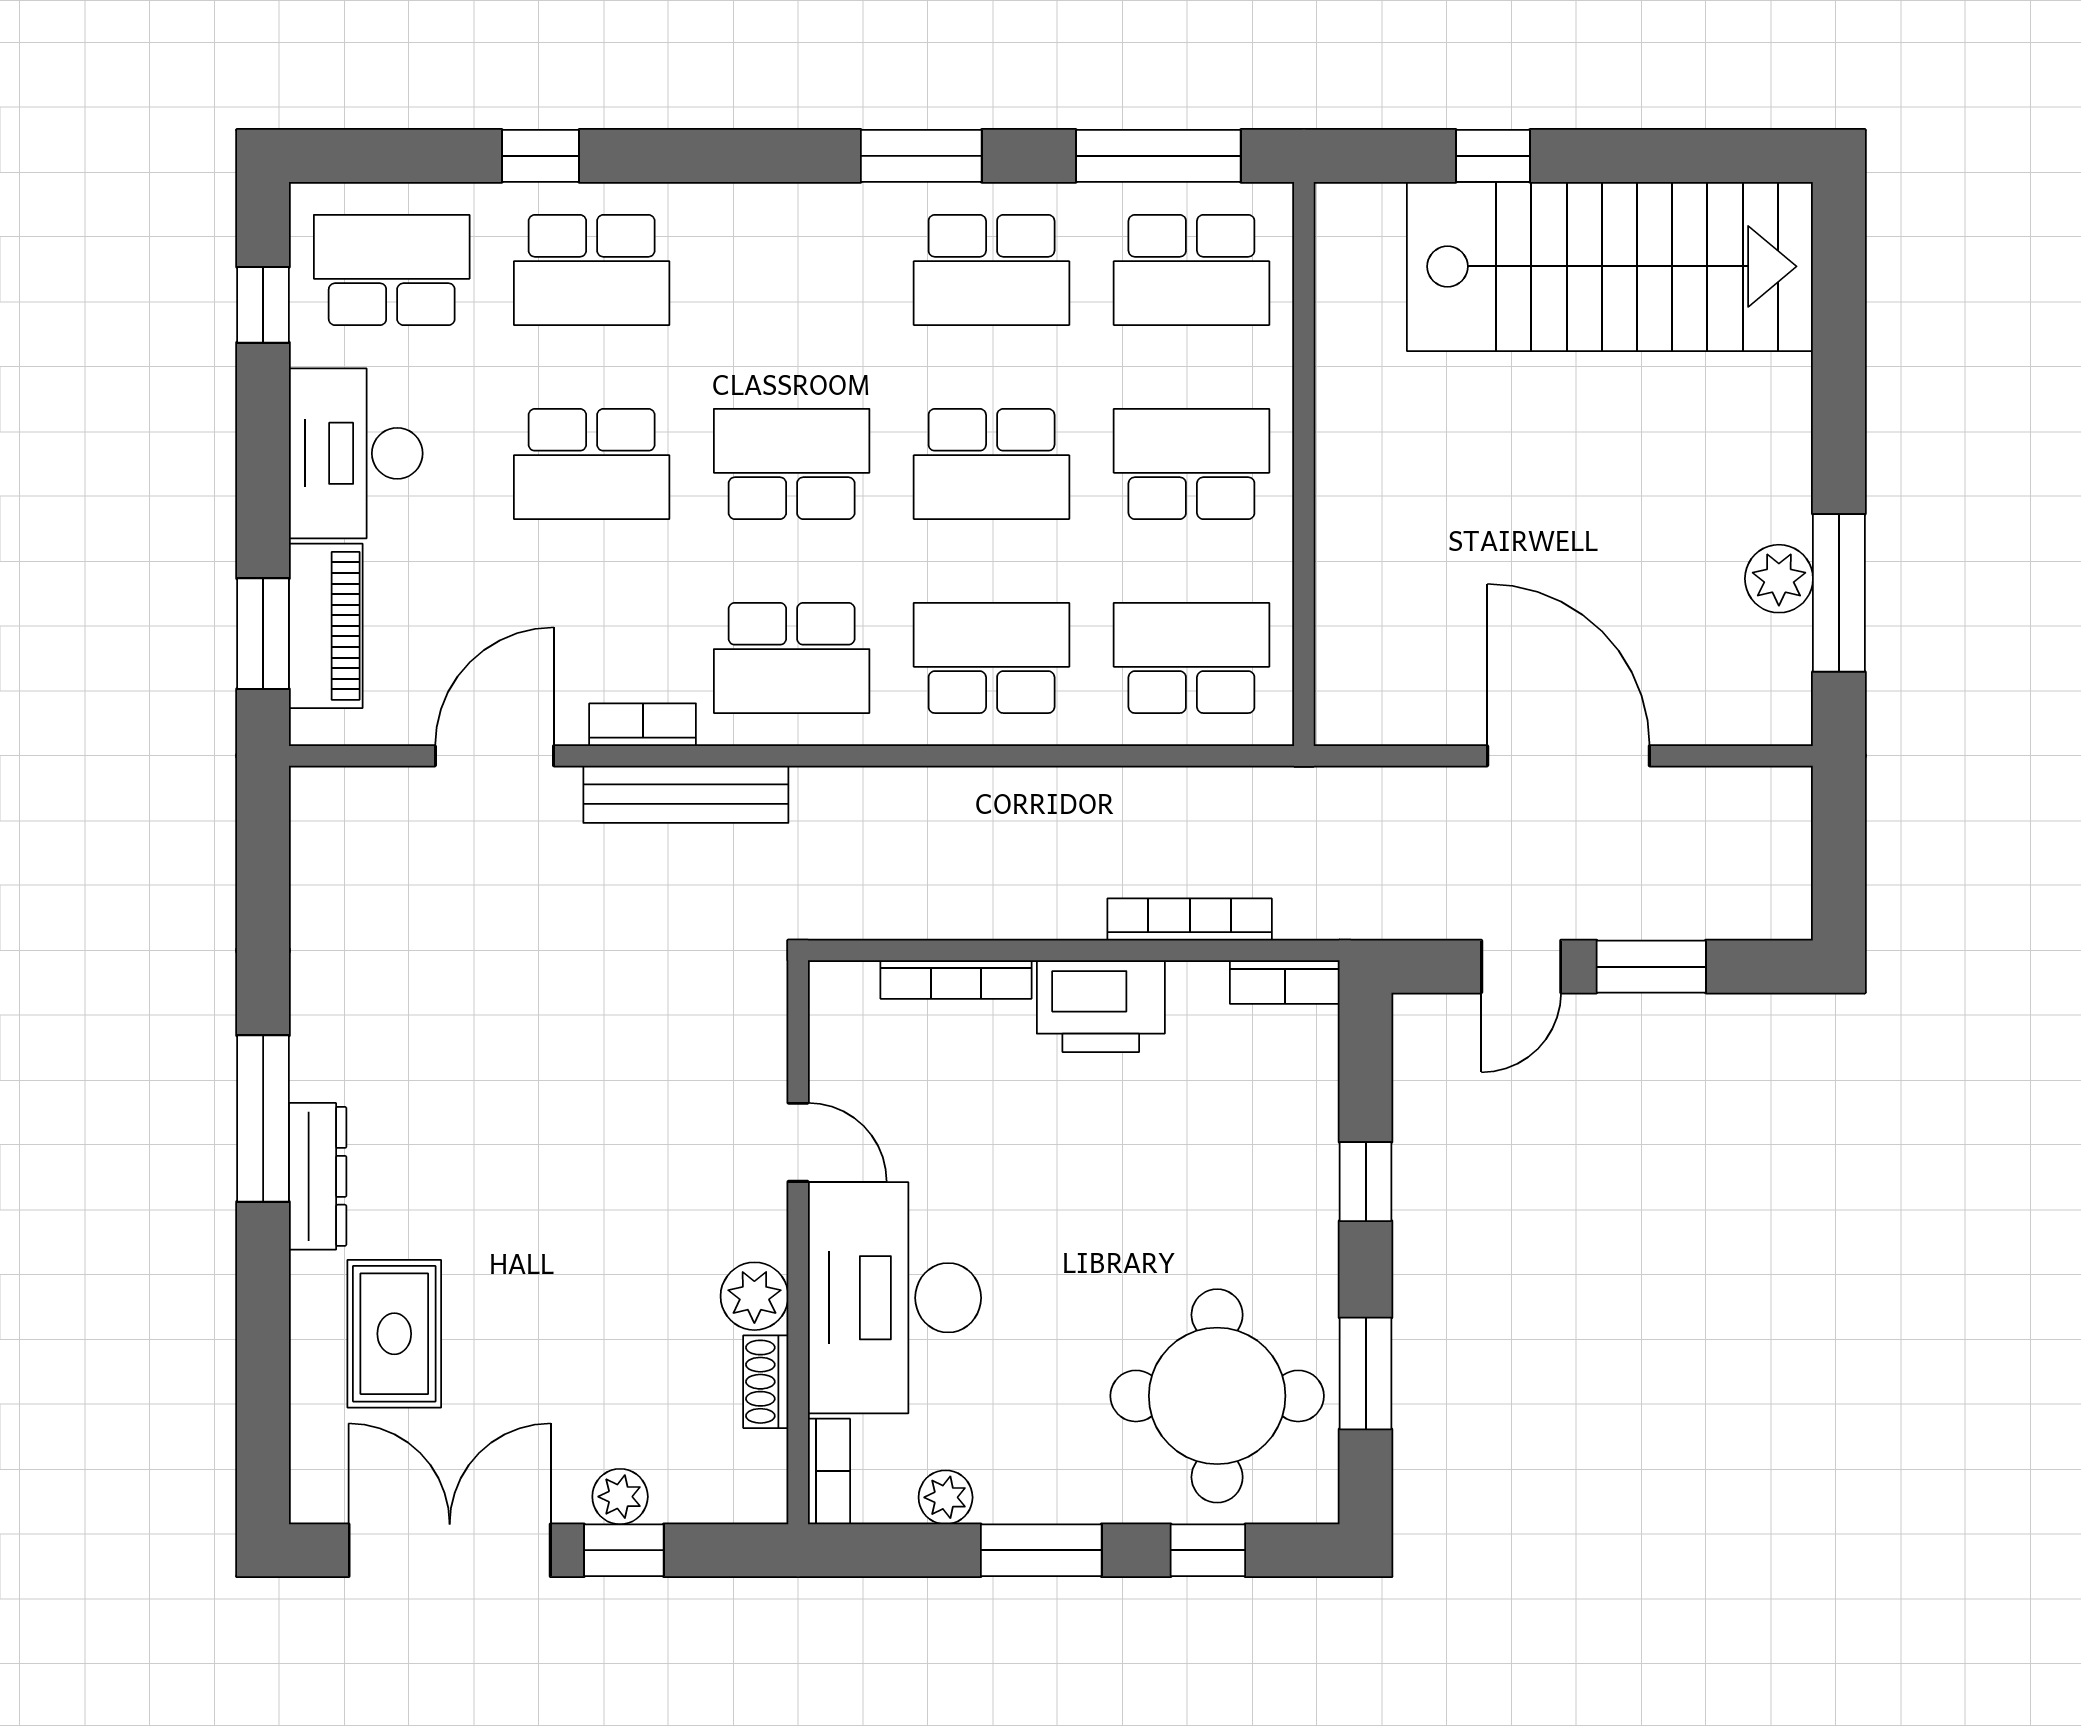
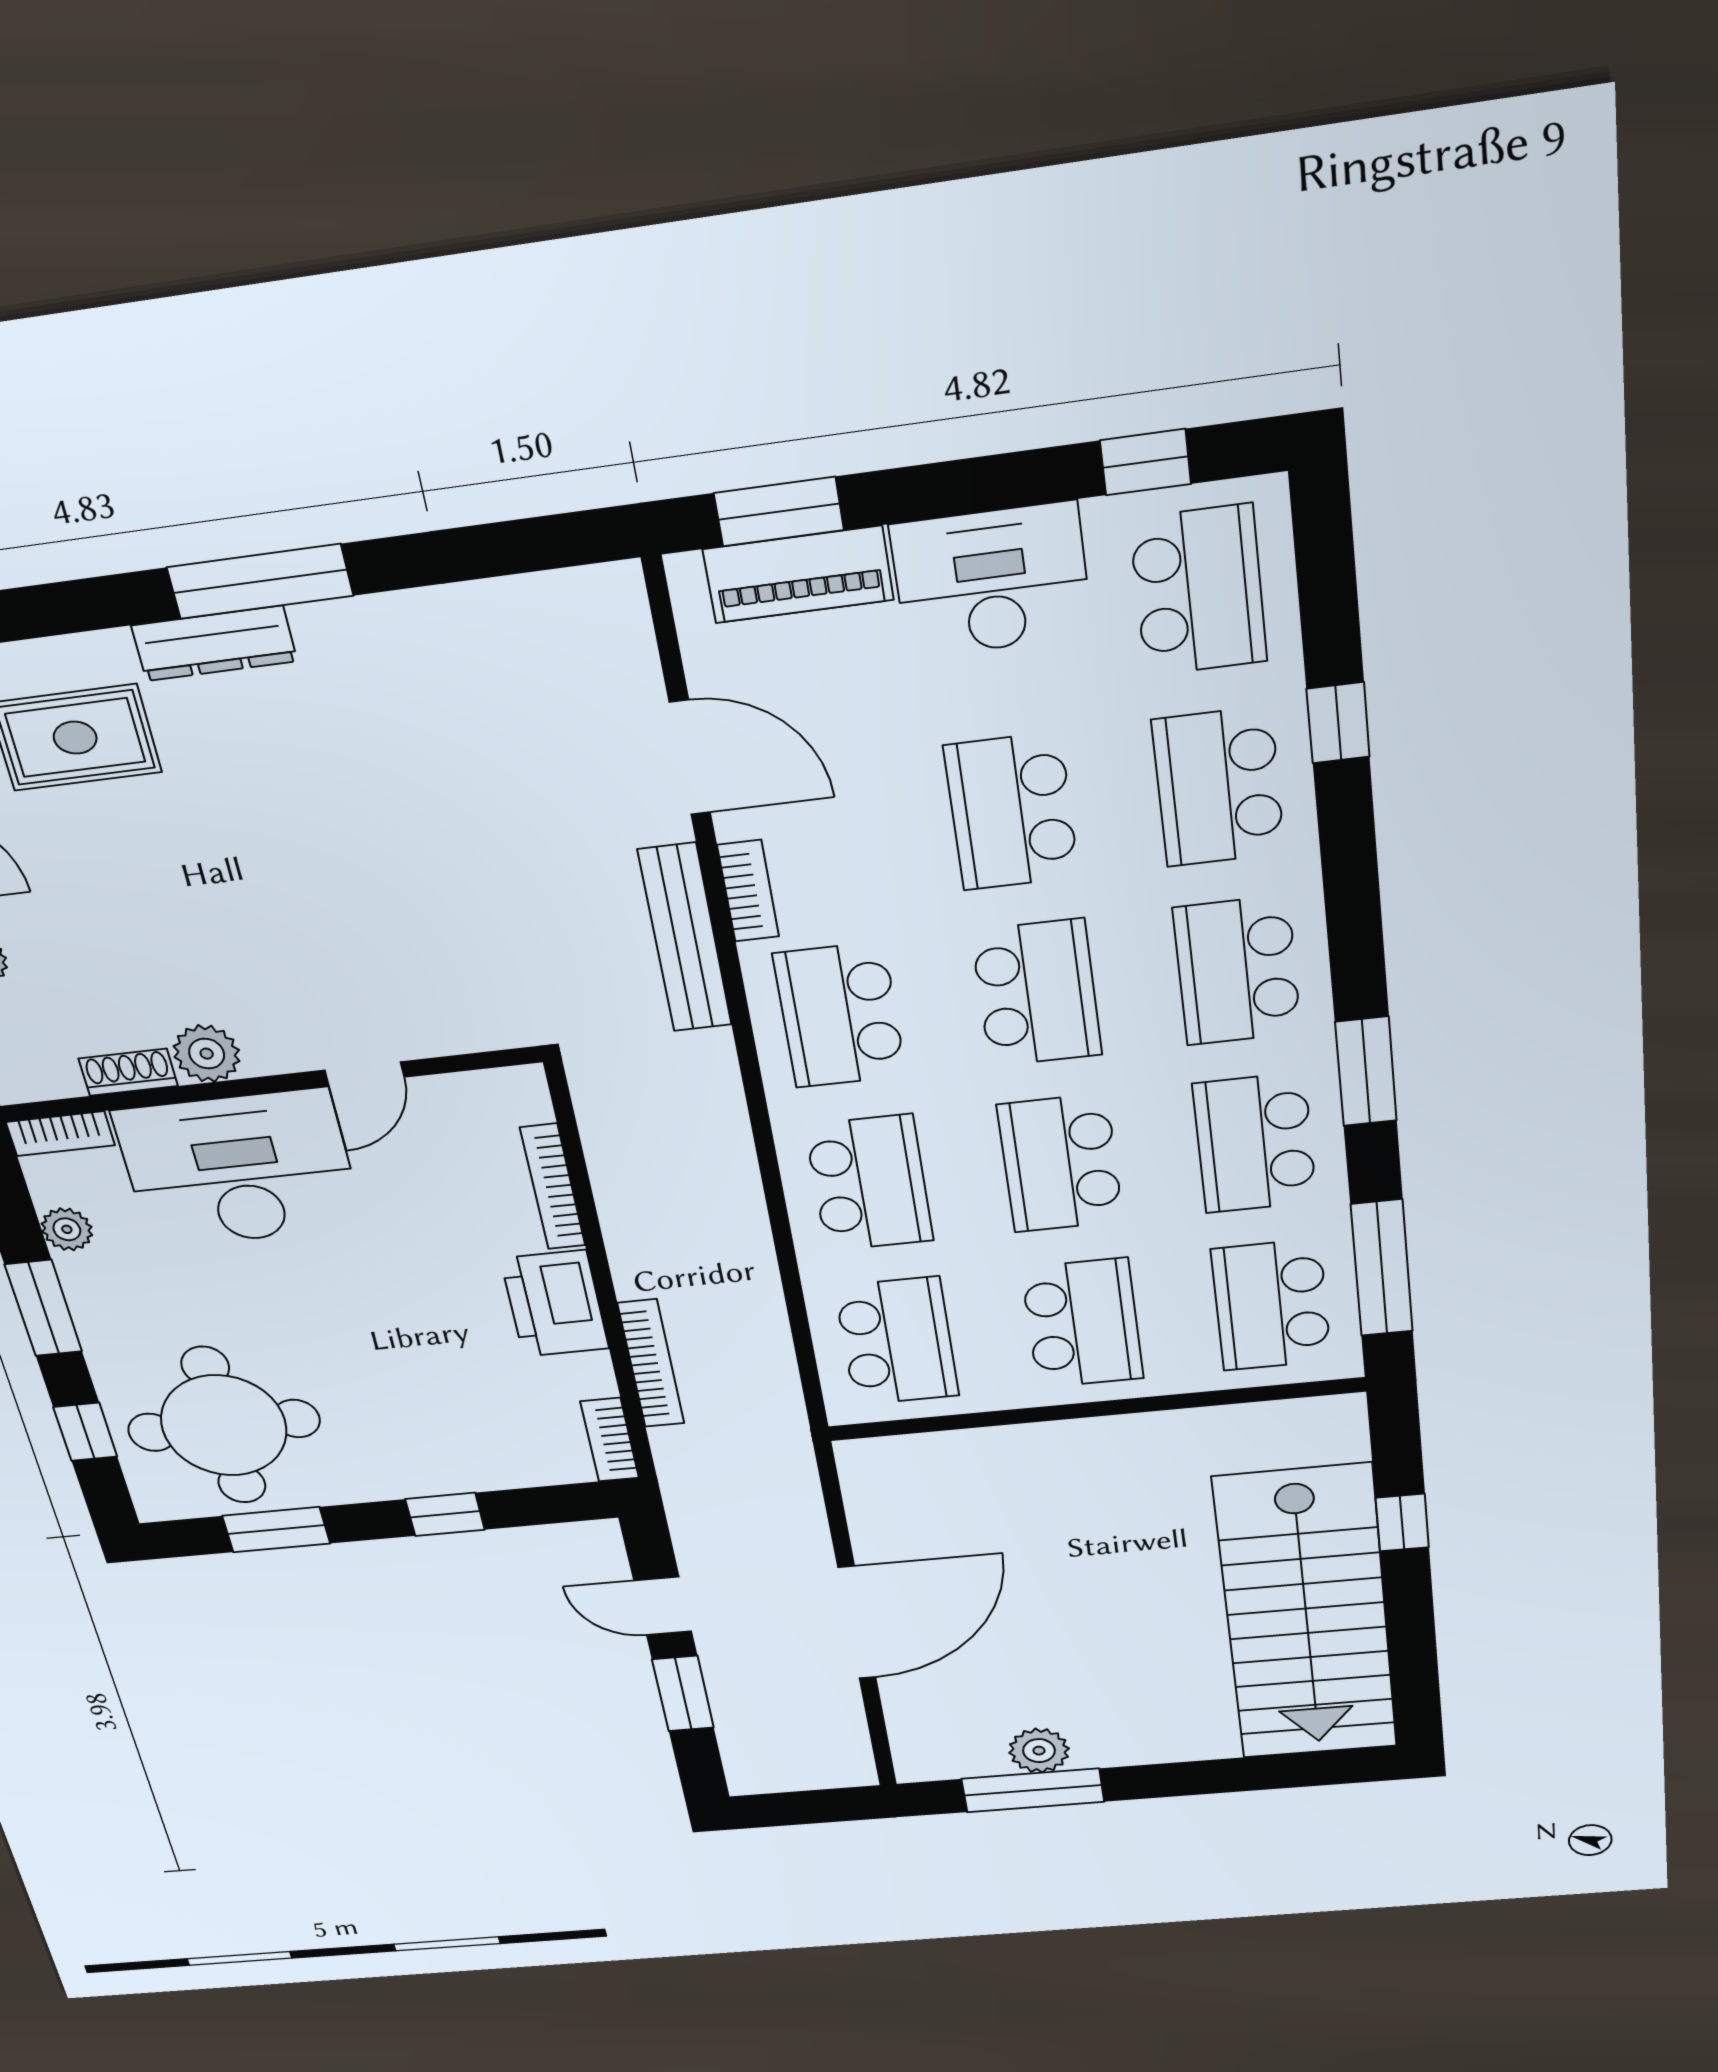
school desk: (792, 270) -> (1237, 971), added

